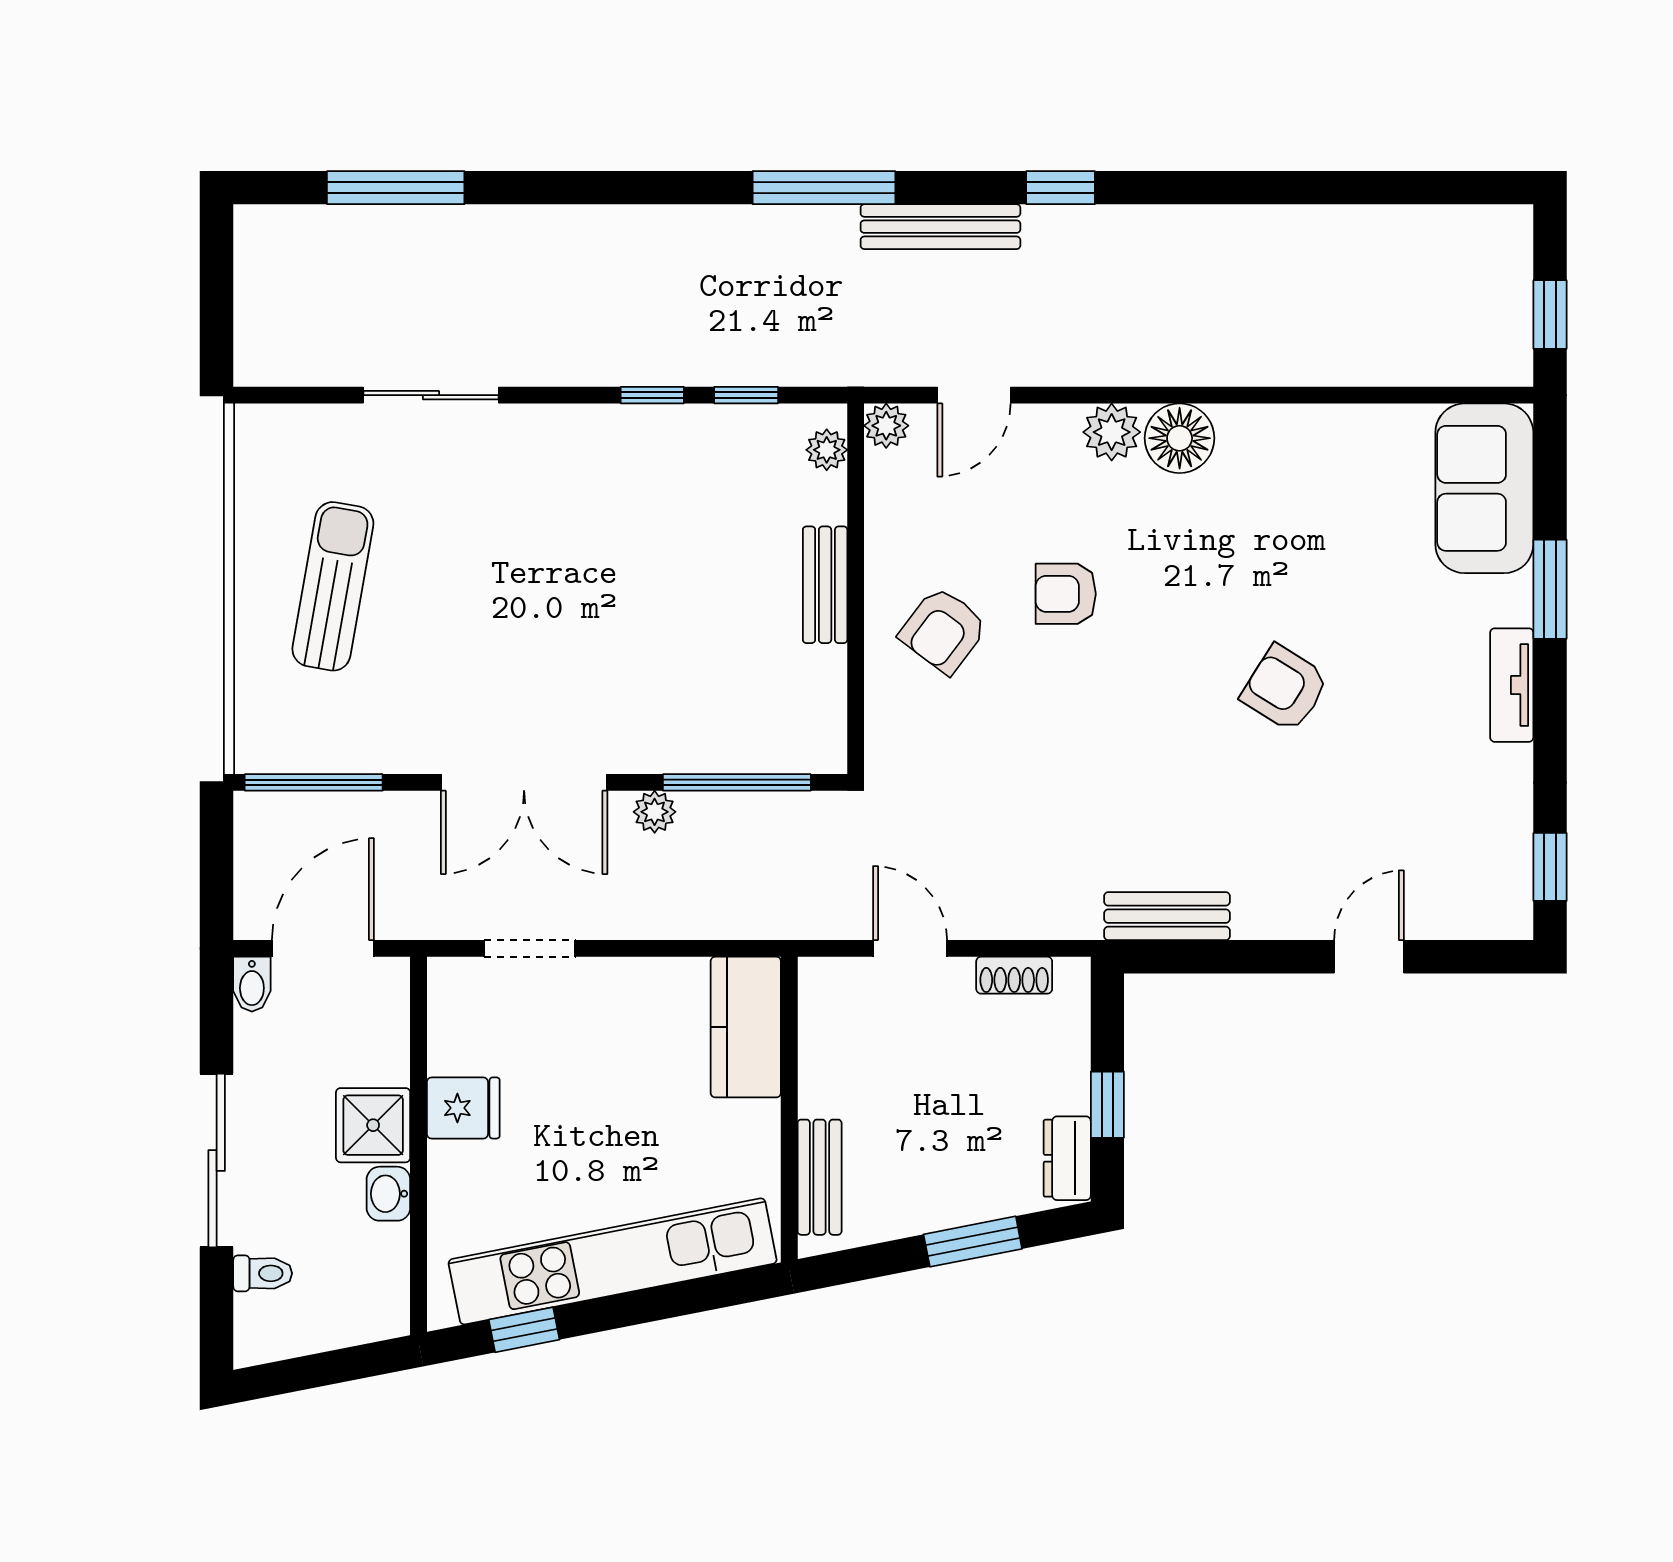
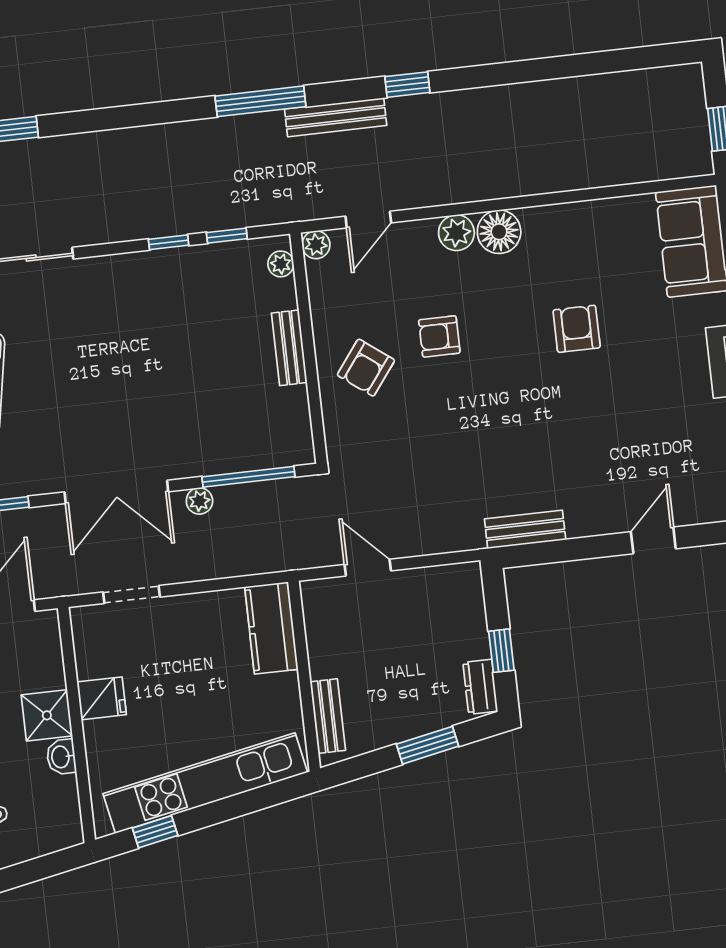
armchair: (1285, 688) -> (577, 329), moved, turned 58
shoe rack: (1014, 975) -> (434, 577), removed

